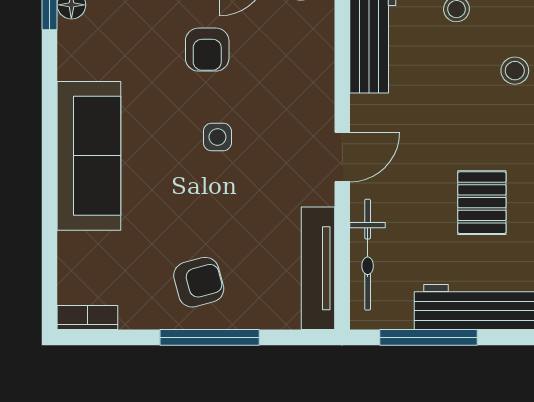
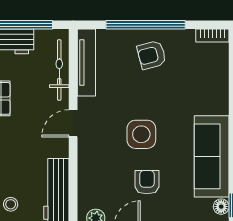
side table: (217, 137) -> (141, 134), width x1.87, depth x1.87
sofa: (89, 156) -> (212, 156), moved
window: (210, 337) -> (146, 25), width x1.46

